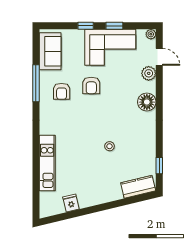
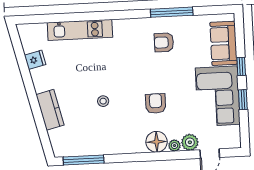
plant: (151, 34) -> (174, 146), moved
sofa: (50, 51) -> (224, 43), moved, turned 90
armchair: (91, 85) -> (156, 104), moved, turned 90
window: (159, 166) -> (84, 160), width x2.17
kitchen counter: (138, 187) -> (50, 110), moved

